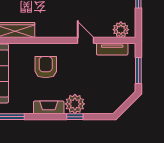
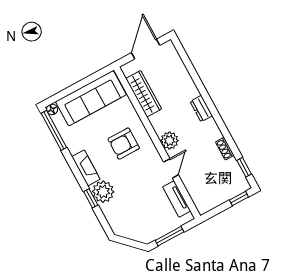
plant: (121, 30) -> (169, 140), moved
armchair: (46, 67) -> (124, 144), turned 180

